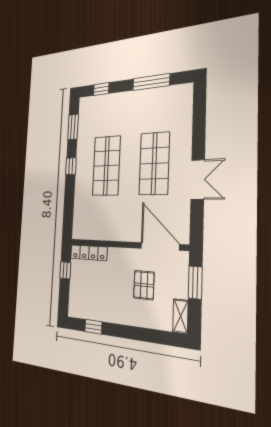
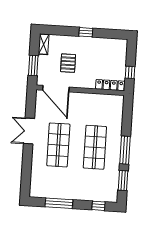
window: (71, 166) -> (125, 150), width x2.17
window: (93, 327) -> (86, 32), moved

